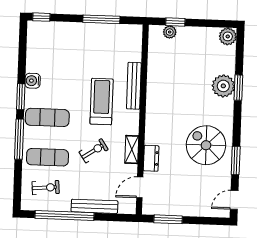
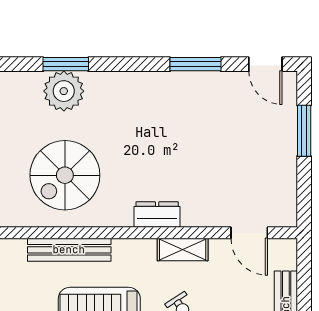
spiral stairs: (206, 145) -> (65, 175), moved
dresser: (151, 158) -> (157, 215), moved
window: (168, 219) -> (304, 131), moved

